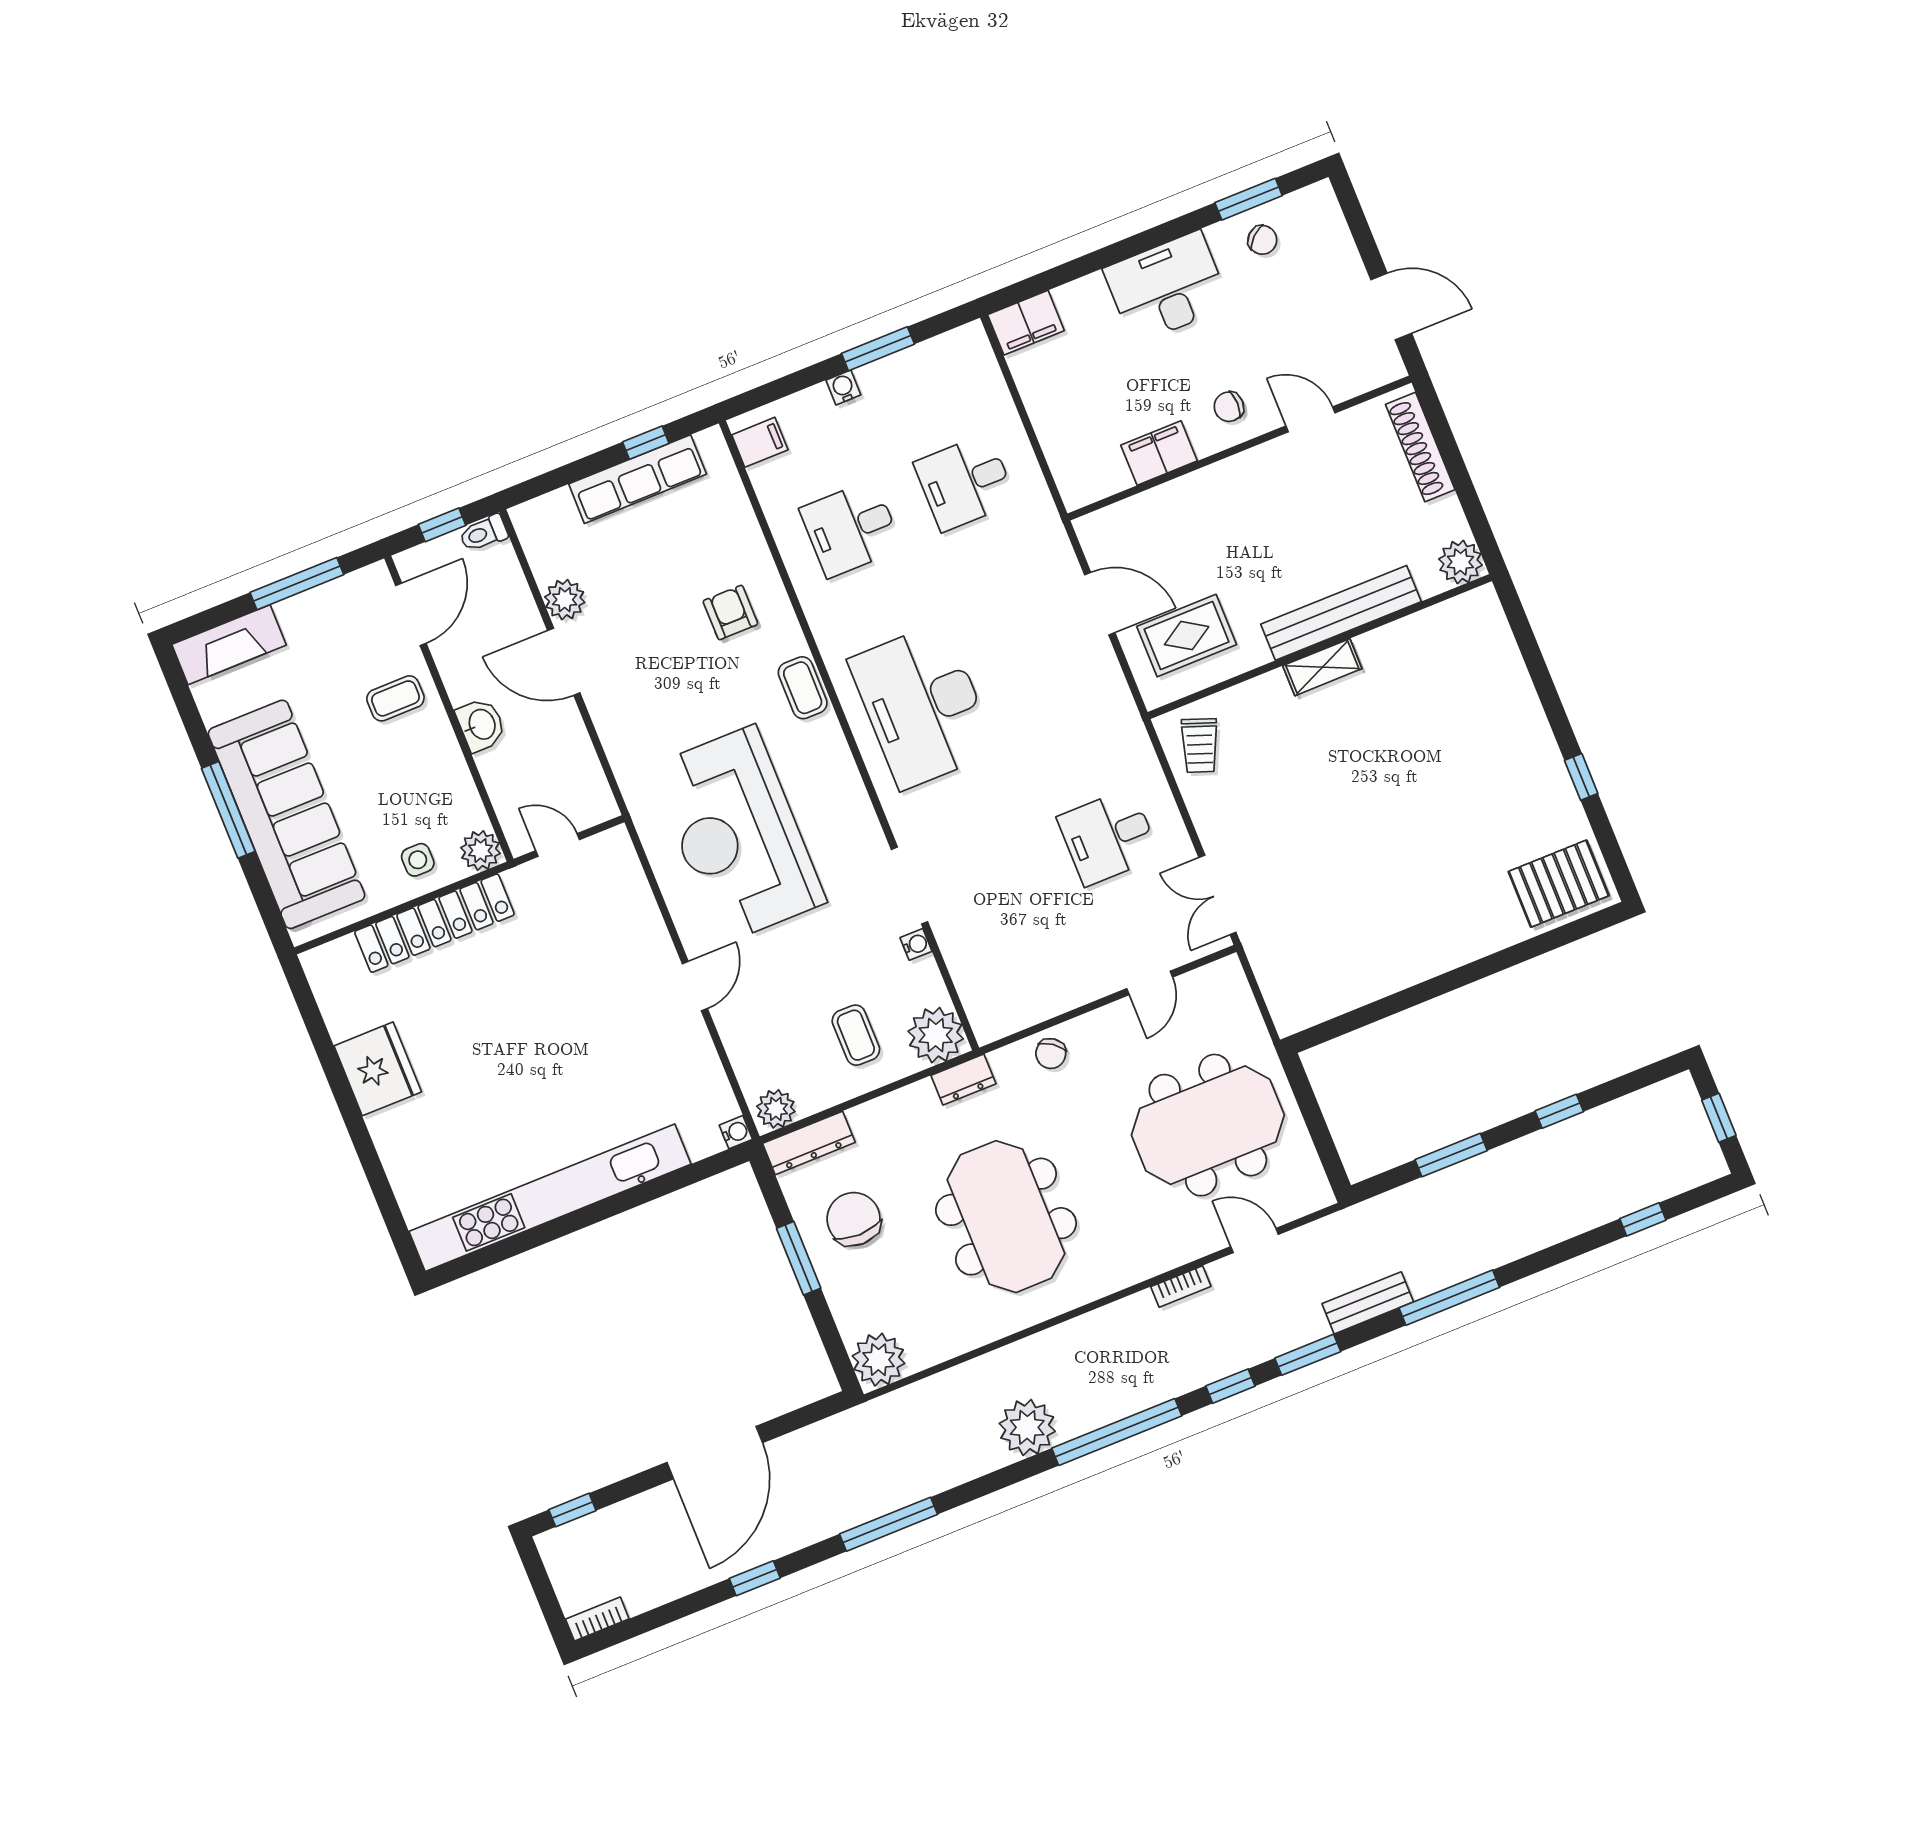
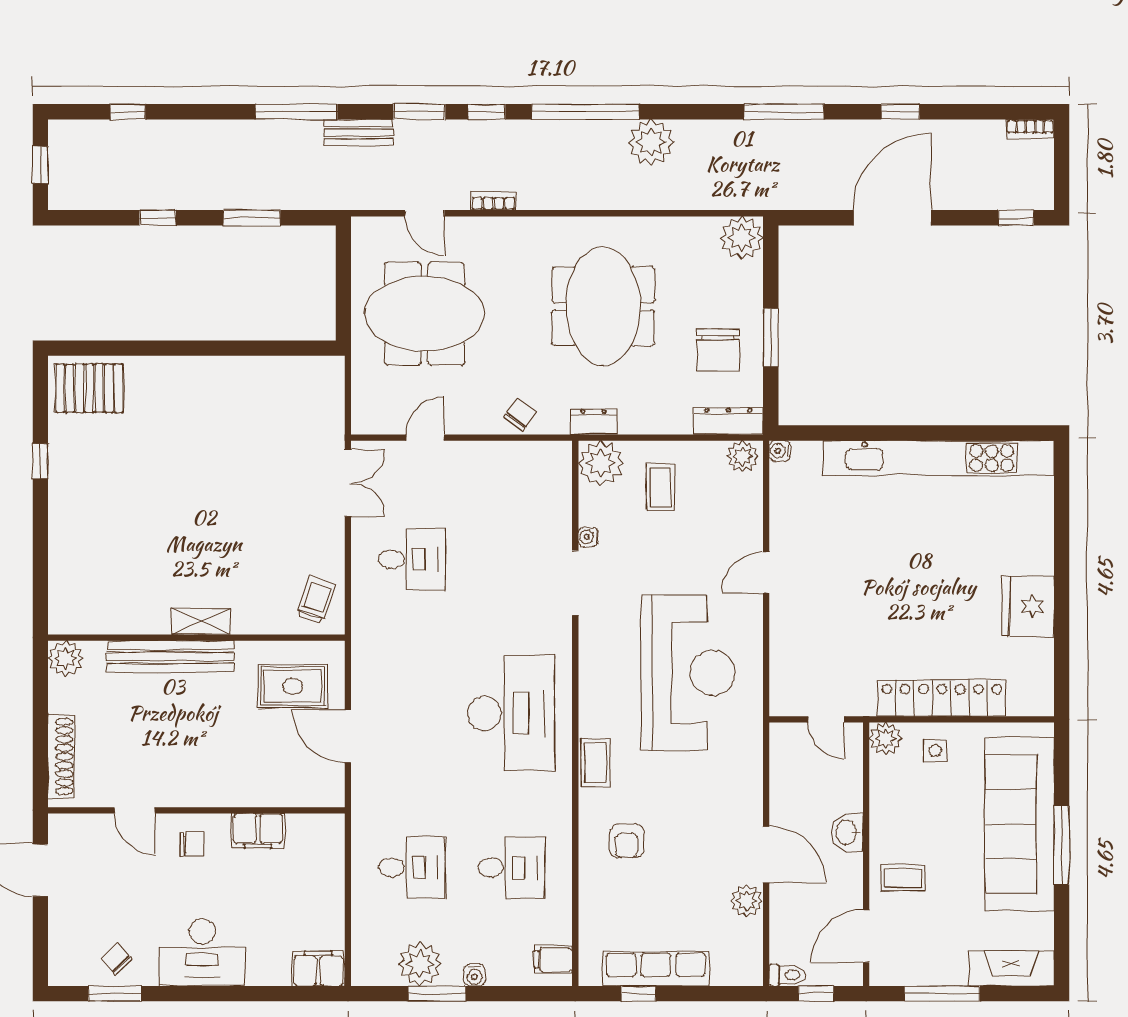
plant: (911, 375) -> (420, 964), added

